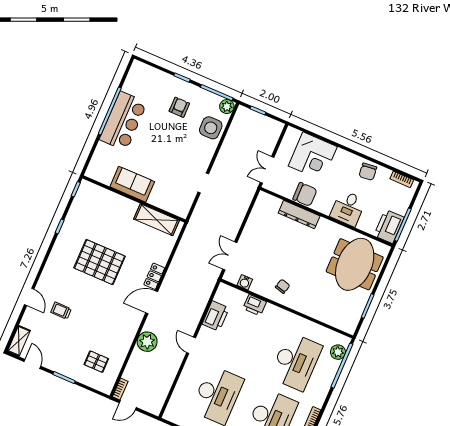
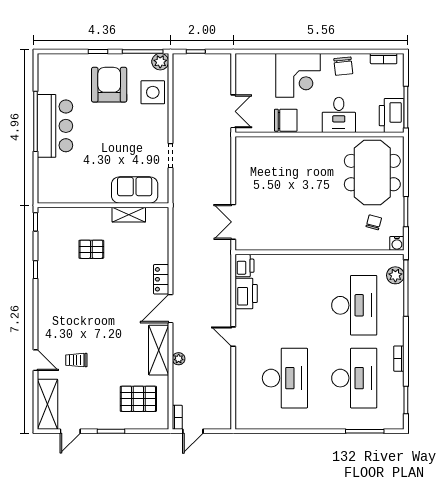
armchair: (179, 107) -> (109, 85), width x1.88, depth x1.88
corner desk: (313, 156) -> (298, 75), moved
double door: (267, 170) -> (233, 111), swing flipped
sofa: (132, 184) -> (135, 190), moved
dresser: (299, 215) -> (289, 145), removed
shelving: (156, 220) -> (129, 215), width x0.67, depth x0.75
pallet: (100, 262) -> (91, 249), moved, width x0.49, depth x0.50
water cooler: (245, 282) -> (397, 243), moved
chair: (283, 286) -> (374, 222), moved
printer: (255, 305) -> (244, 266), moved, turned -90
shelving: (128, 331) -> (159, 350), added
shelving: (19, 341) -> (47, 404), width x1.50, depth x1.33
plant: (147, 342) -> (179, 359), width x0.53, depth x0.53
pallet: (96, 362) -> (138, 399), width x1.50, depth x1.42
door: (32, 364) -> (70, 431), swing flipped

